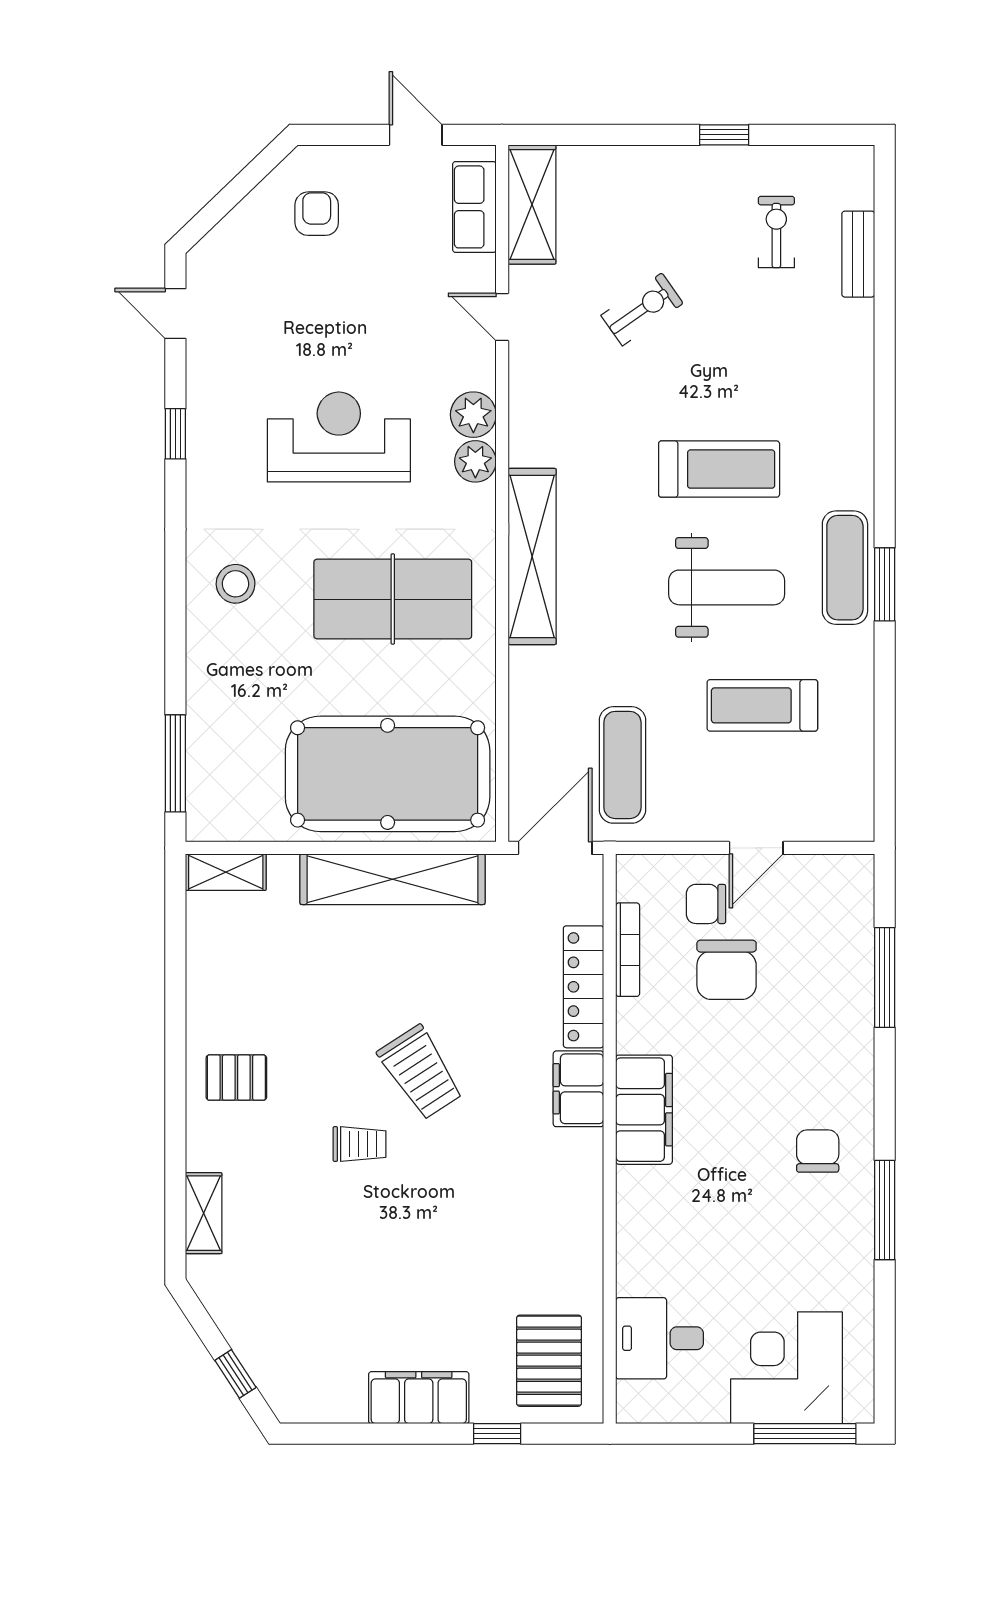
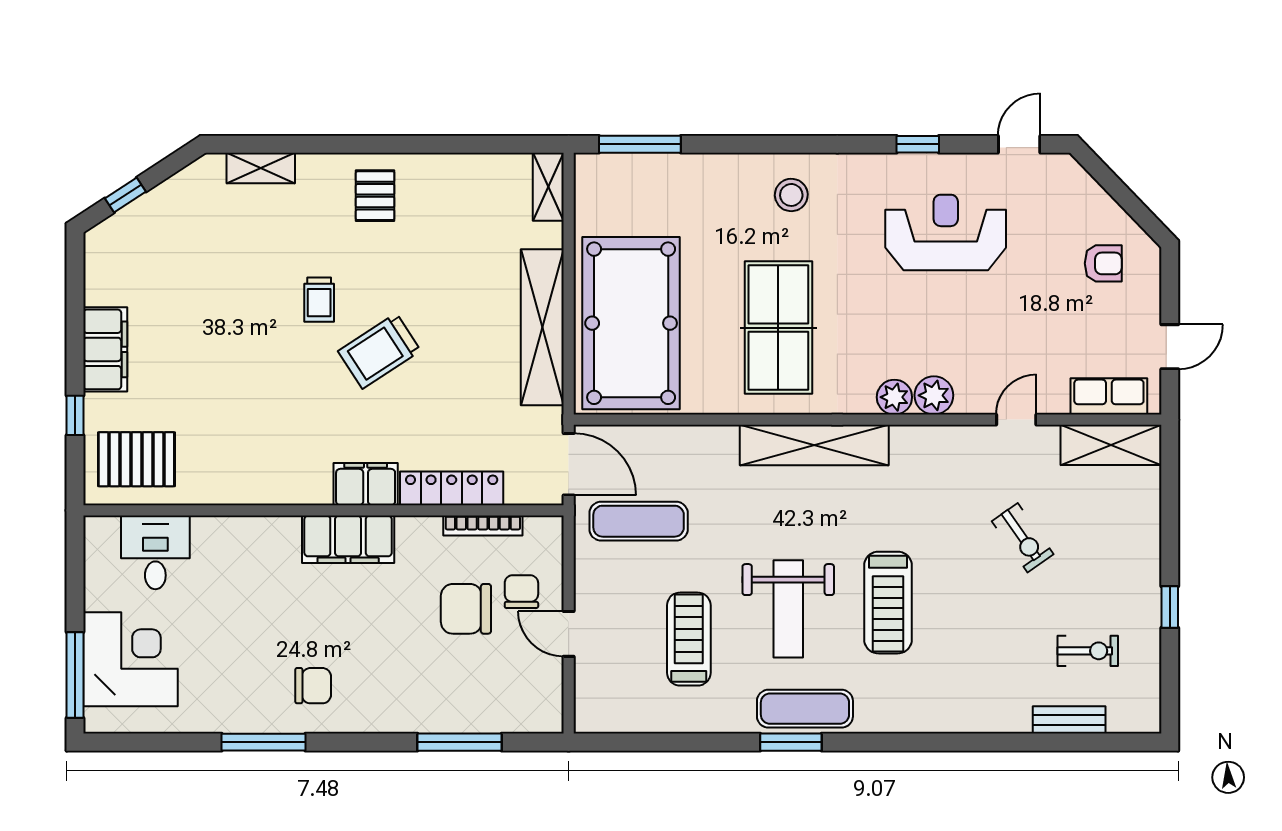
reception desk: (339, 437) -> (946, 232), moved, turned -90

